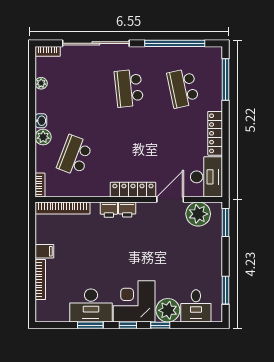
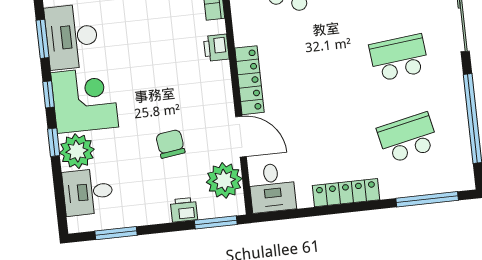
desk: (206, 177) -> (272, 188), width x0.73
printer: (127, 209) -> (184, 210), moved, turned 90
chair: (170, 247) -> (170, 144), added

